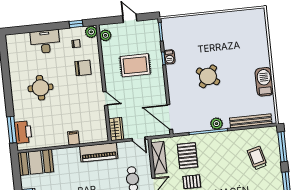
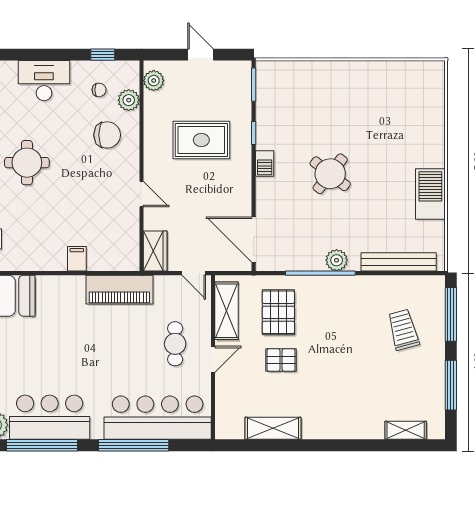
plant: (91, 32) -> (129, 100), moved
barbecue: (169, 57) -> (265, 163), moved

